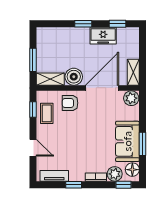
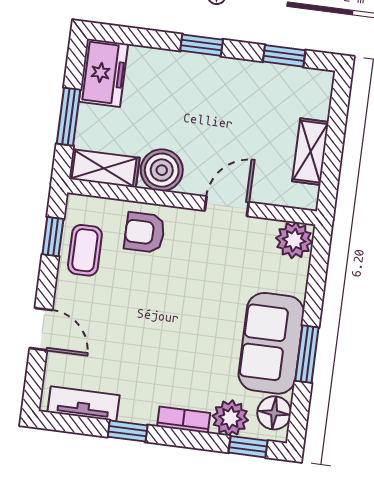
freezer: (103, 36) -> (103, 73), moved, turned -90
shelving: (133, 72) -> (310, 152), moved
door: (102, 88) -> (227, 206), width x0.53

